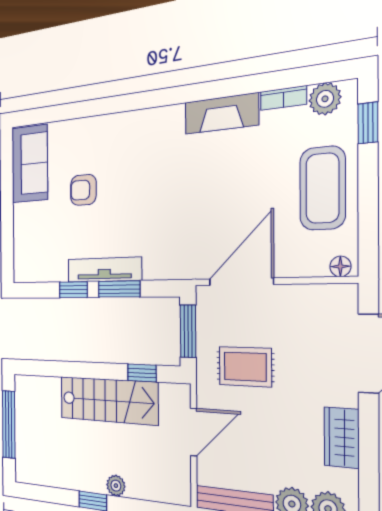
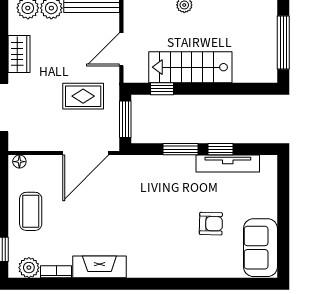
coffee table: (322, 188) -> (31, 211), width x0.73, depth x0.76
tv unit: (104, 270) -> (228, 164), moved

